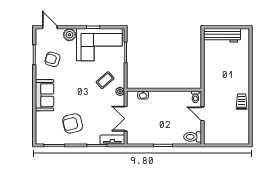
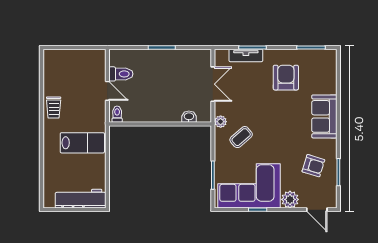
lab bench: (221, 76) -> (82, 143), added
armchair: (73, 123) -> (286, 78), turned -77
toilet: (193, 137) -> (121, 74), moved
tv unit: (112, 140) -> (246, 55), moved

